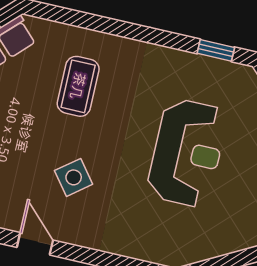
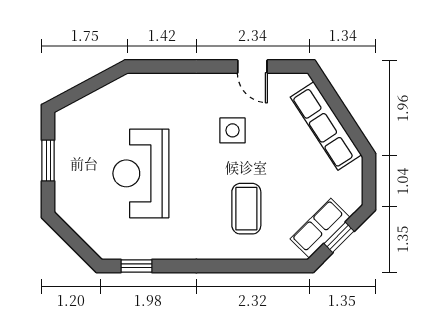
side table: (74, 177) -> (232, 130), turned 38

